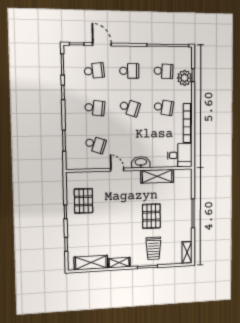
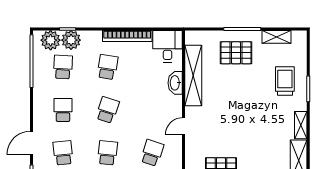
plant: (184, 61) -> (51, 40), added
washbasin: (141, 162) -> (175, 83), moved
shelving: (157, 176) -> (193, 76), width x1.47
pallet: (151, 216) -> (236, 53), moved
trolley: (153, 248) -> (285, 81), turned -90
shelving: (187, 252) -> (277, 37), moved

